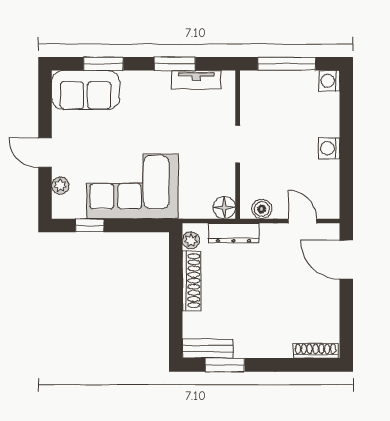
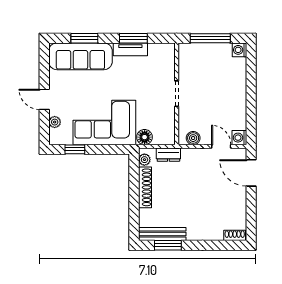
tv unit: (196, 80) -> (130, 49), moved
sofa: (86, 90) -> (80, 56), width x1.36
washing machine: (329, 148) -> (239, 138), moved
floor lamp: (224, 208) -> (145, 137), moved
dresser: (233, 233) -> (168, 155), width x0.70
bench: (208, 349) -> (162, 234), width x1.36
shoe rack: (315, 351) -> (235, 235), width x0.70

